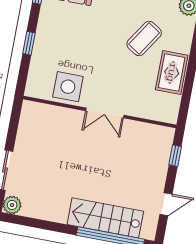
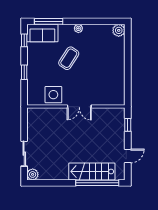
coffee table: (144, 38) -> (69, 58), moved
rug: (172, 73) -> (116, 74), removed

